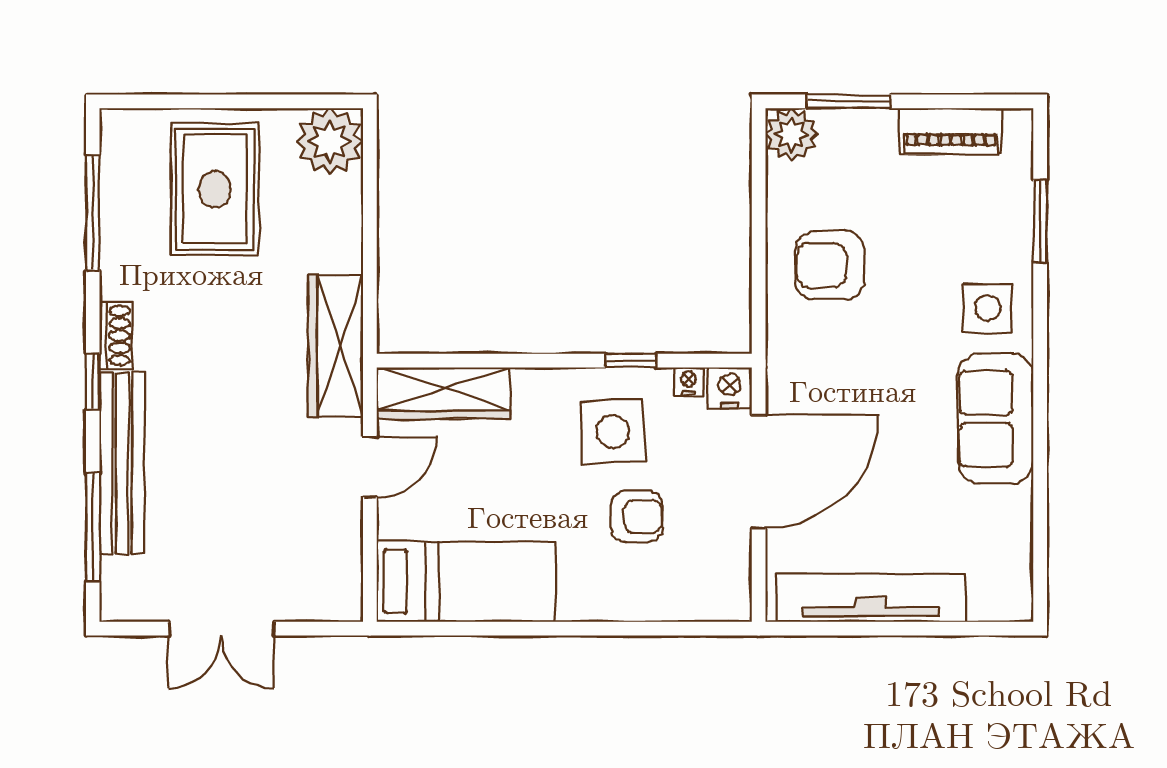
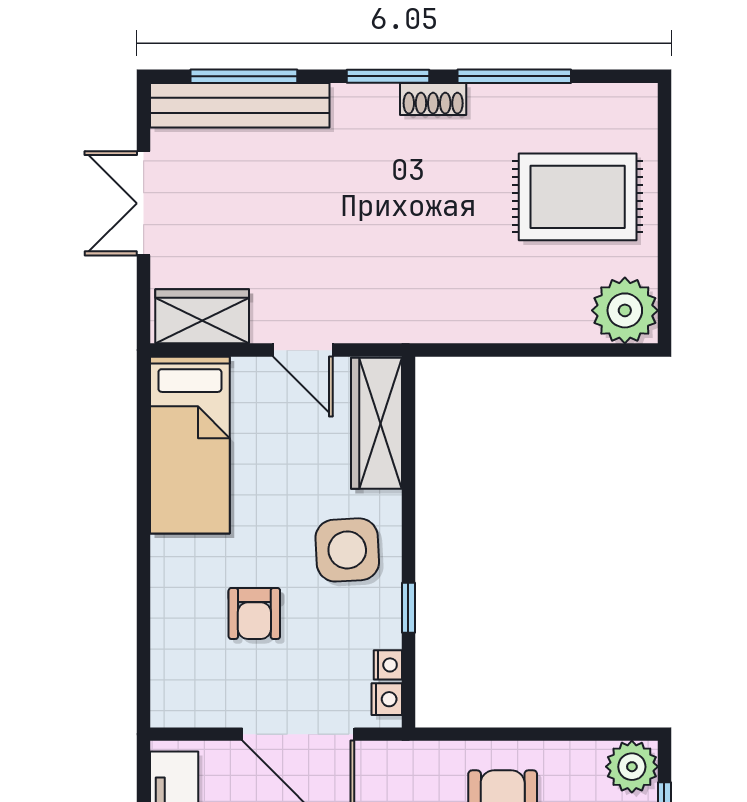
window: (93, 213) -> (514, 76), moved
wardrobe: (336, 345) -> (202, 316), moved, width x0.67
window: (93, 381) -> (388, 76), width x1.50
nightstand: (730, 388) -> (387, 699), width x0.72, depth x0.74
side table: (613, 431) -> (347, 550), moved
bench: (122, 463) -> (240, 105), moved

